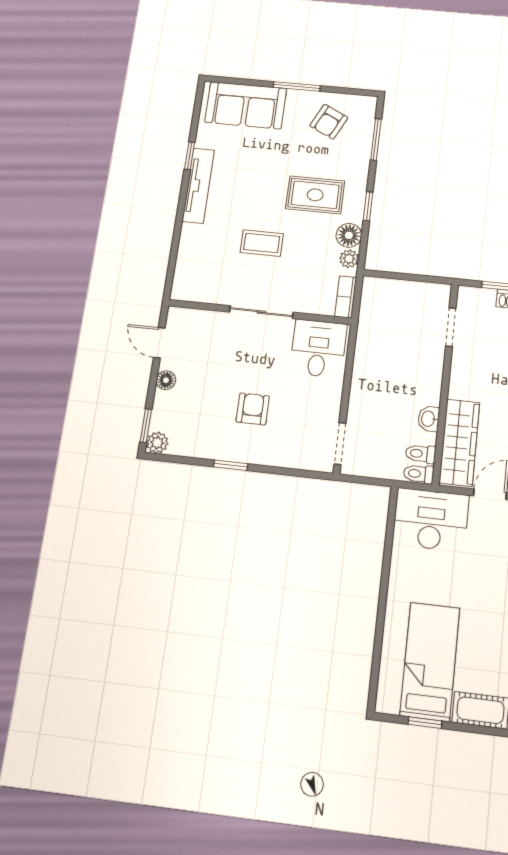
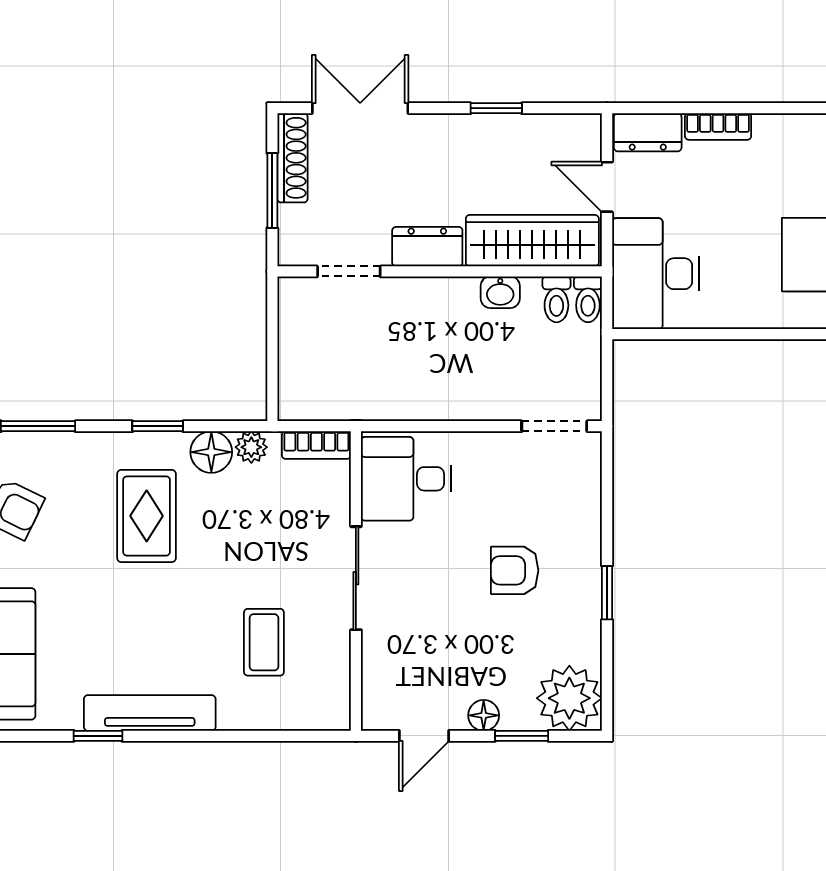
coffee table: (262, 243) -> (264, 642), moved
dresser: (462, 377) -> (427, 247), added
window: (146, 426) -> (522, 736), moved
plant: (157, 443) -> (569, 698), width x1.88, depth x1.88

